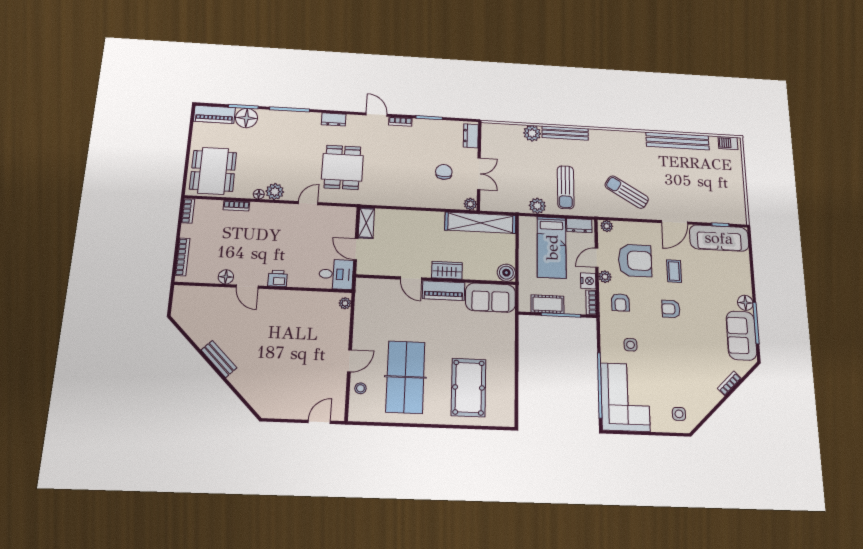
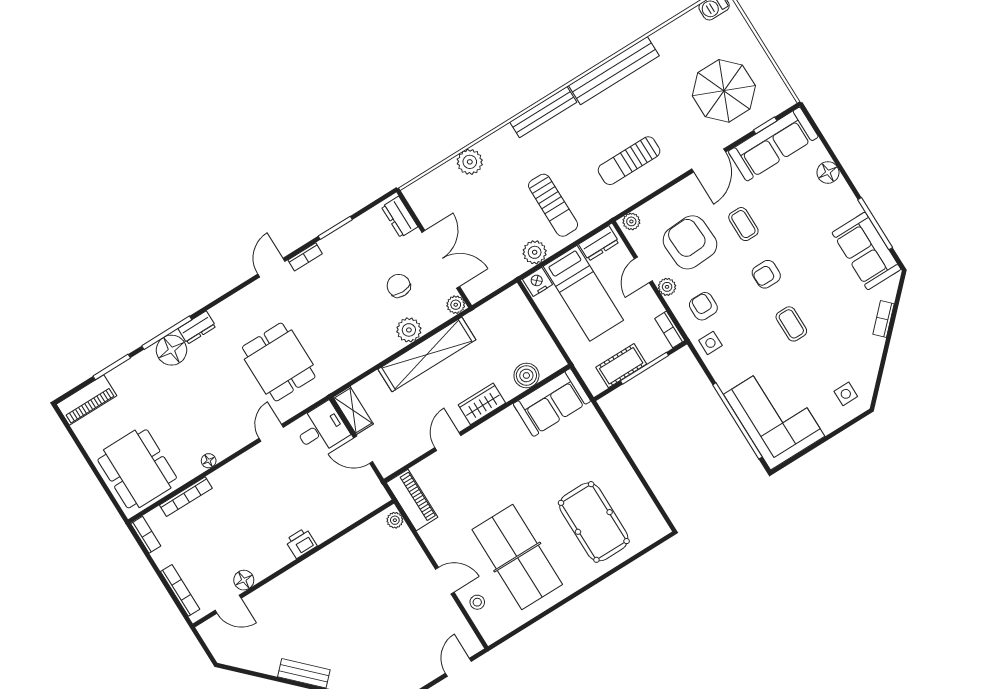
door: (377, 115) -> (271, 268), hinge flipped
floor lamp: (246, 118) -> (171, 350), moved
dresser: (334, 119) -> (197, 328), moved
bench: (565, 133) -> (543, 112), moved
bench: (677, 141) -> (614, 71), moved
double door: (479, 174) -> (441, 259), width x1.37
parasol: (707, 190) -> (724, 91), added
plant: (275, 192) -> (409, 330), moved
sun lounger: (627, 192) -> (629, 161), turned -31
bookcase: (236, 206) -> (186, 497), width x1.56
shelving: (480, 223) -> (427, 354), moved
armchair: (635, 260) -> (690, 242), turned -93
boiler: (506, 273) -> (526, 375), moved
desk: (336, 274) -> (321, 429), moved
door: (411, 278) -> (448, 442), swing flipped
nightstand: (588, 281) -> (538, 282), moved, turned -90
door: (247, 287) -> (228, 604), moved
piano: (444, 291) -> (412, 500), moved, turned -90
armchair: (620, 302) -> (703, 306), turned 180
floor lamp: (745, 303) -> (828, 172), moved
side table: (631, 345) -> (710, 343), moved
coffee table: (669, 348) -> (791, 324), added
door: (350, 361) -> (445, 581), hinge flipped

